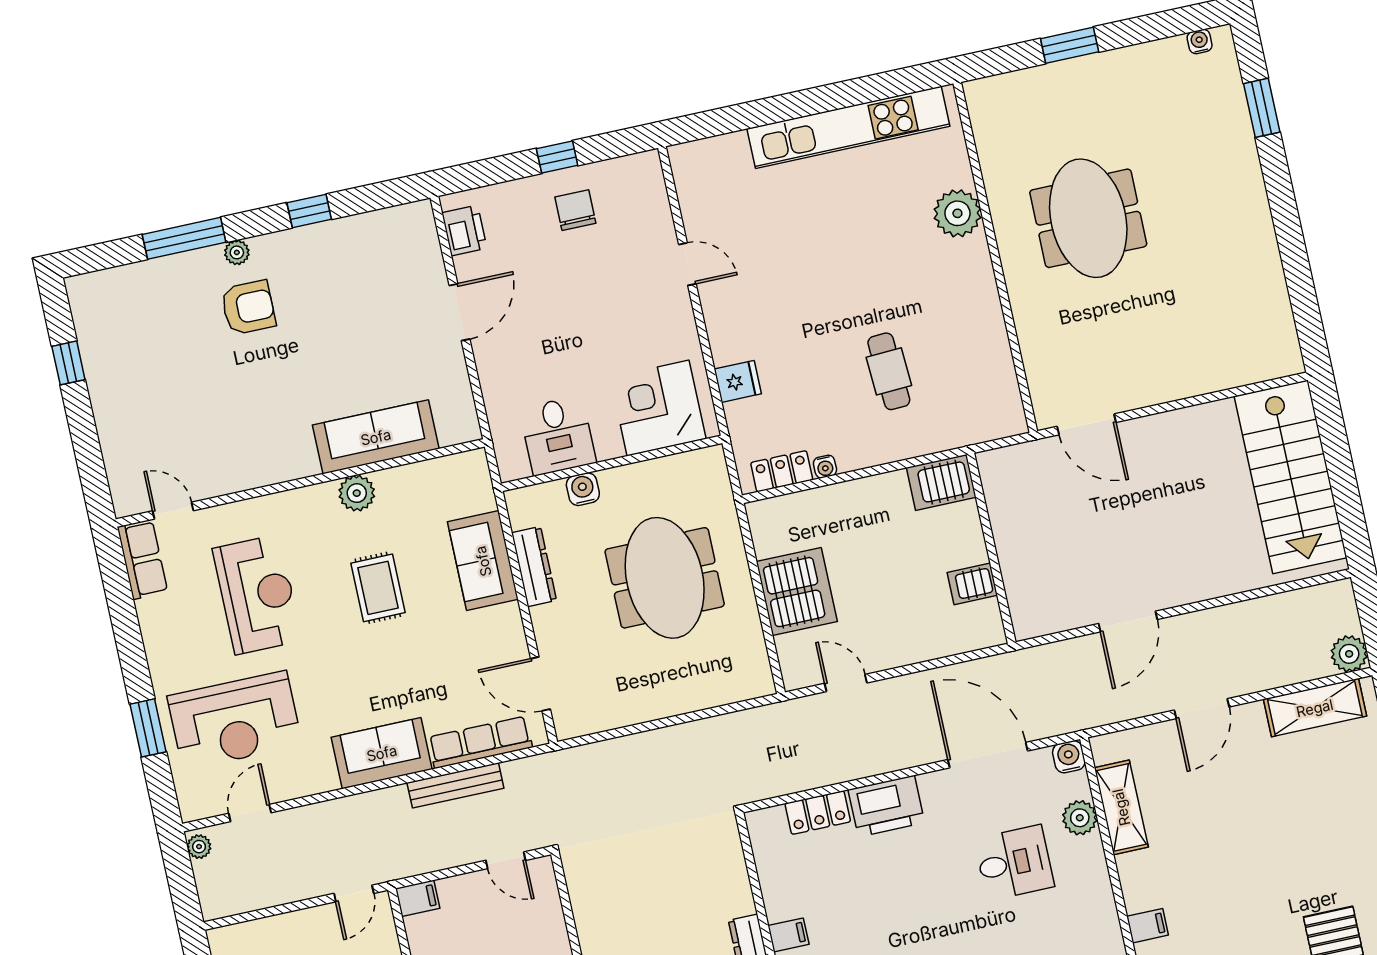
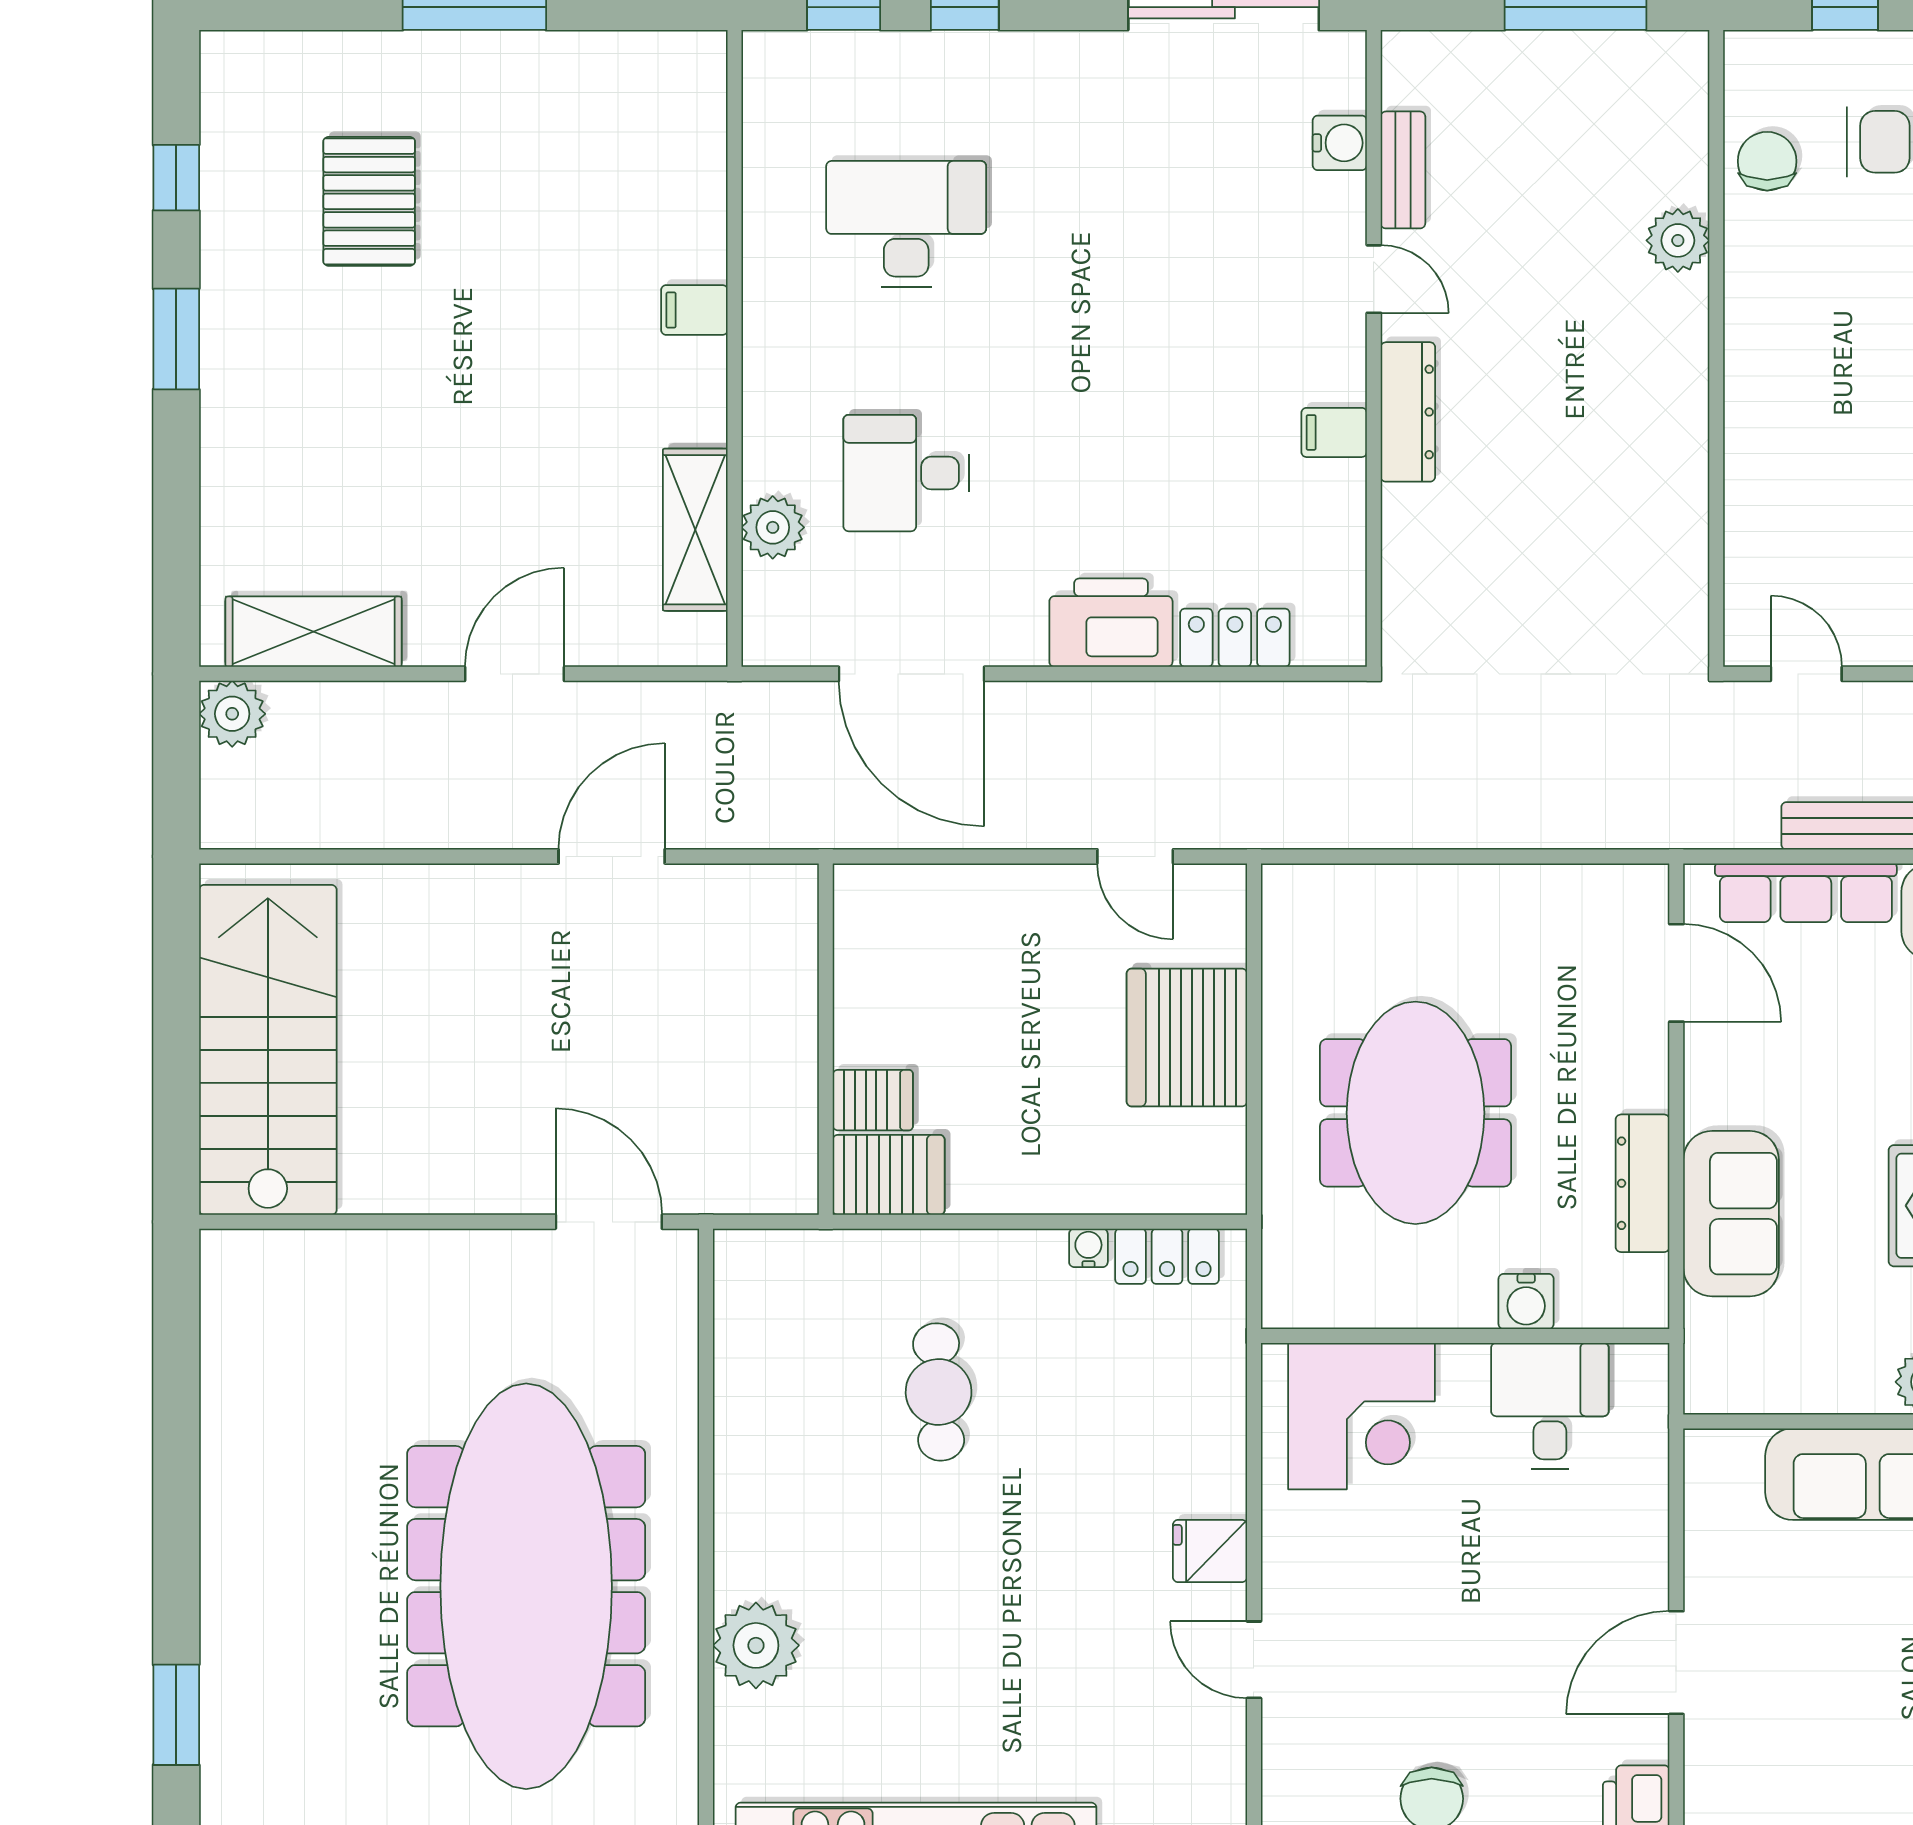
meeting table: (1088, 218) -> (526, 1586), width x1.86, depth x1.27
fridge: (738, 381) -> (1210, 1551), moved
server rack: (972, 584) -> (873, 1100), moved
water cooler: (1069, 757) -> (768, 640), removed

